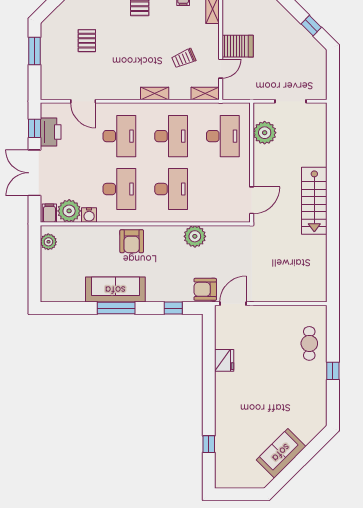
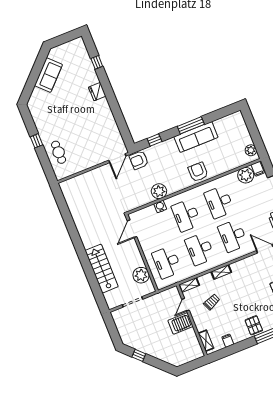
stairs: (314, 201) -> (102, 269), moved
water cooler: (89, 215) -> (160, 207), moved
armchair: (205, 289) -> (139, 160), turned 180
fridge: (224, 360) -> (97, 92), moved

